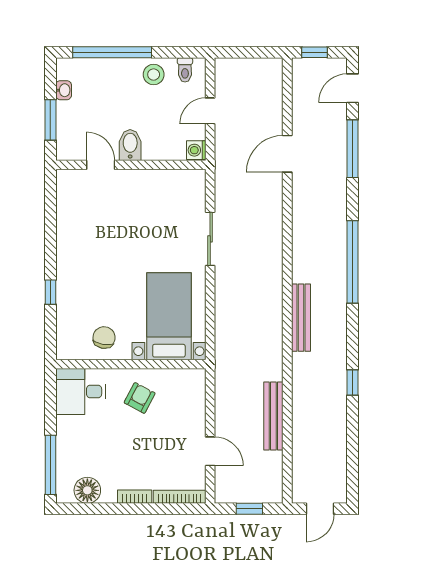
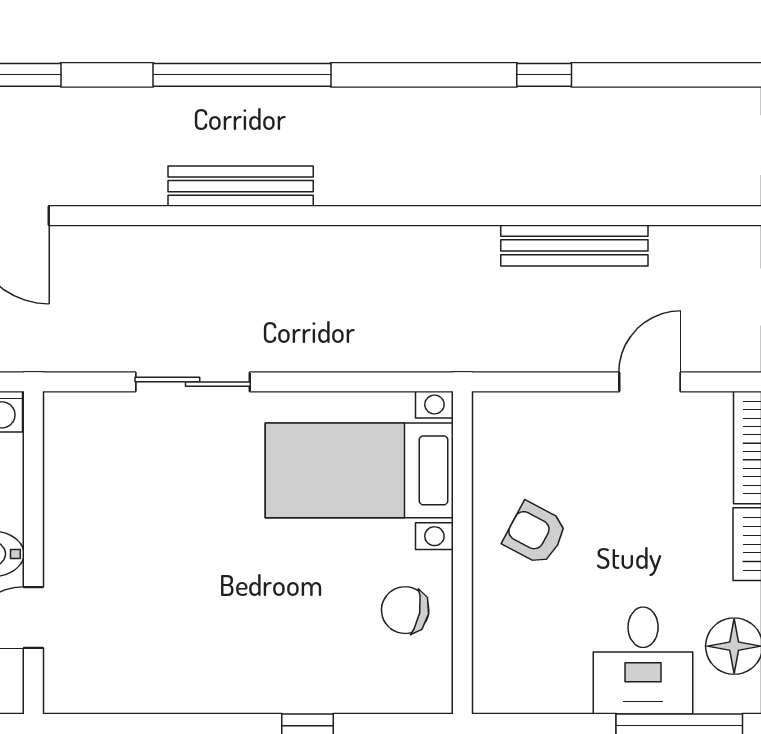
bench: (301, 318) -> (241, 186), moved
window: (353, 383) -> (544, 75), moved
desk: (81, 391) -> (643, 660), moved

